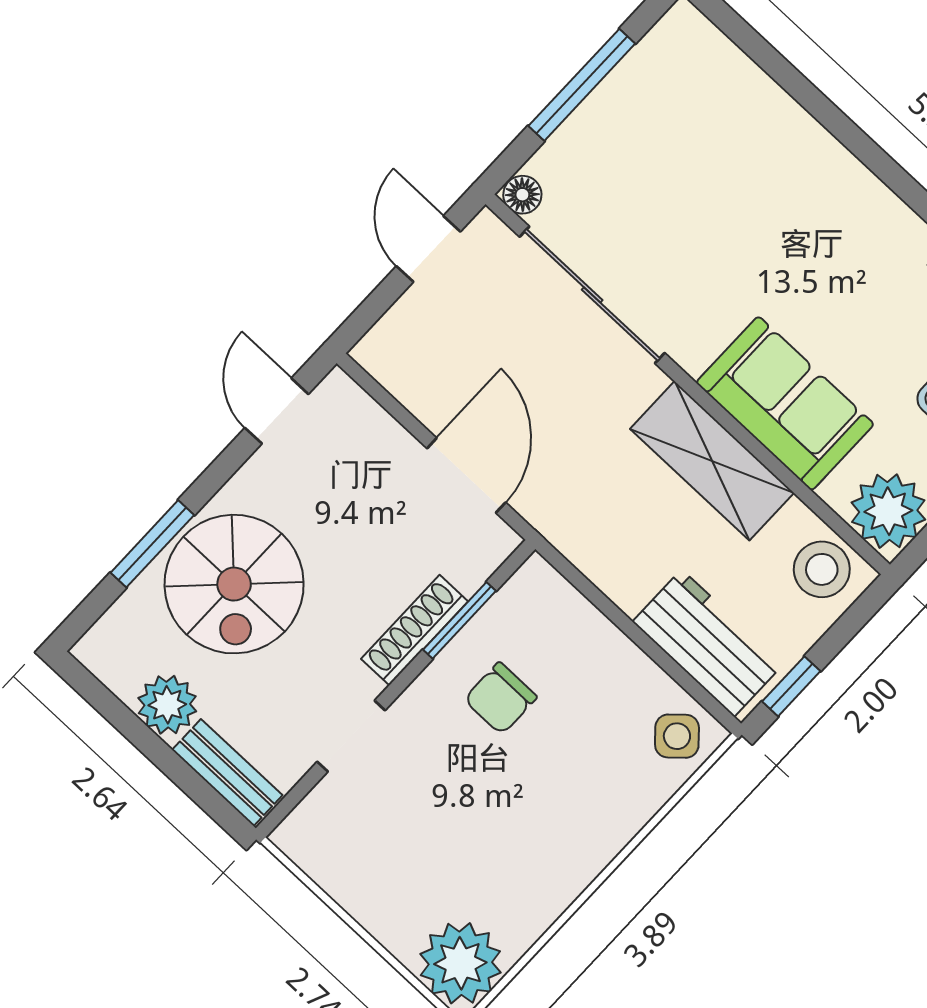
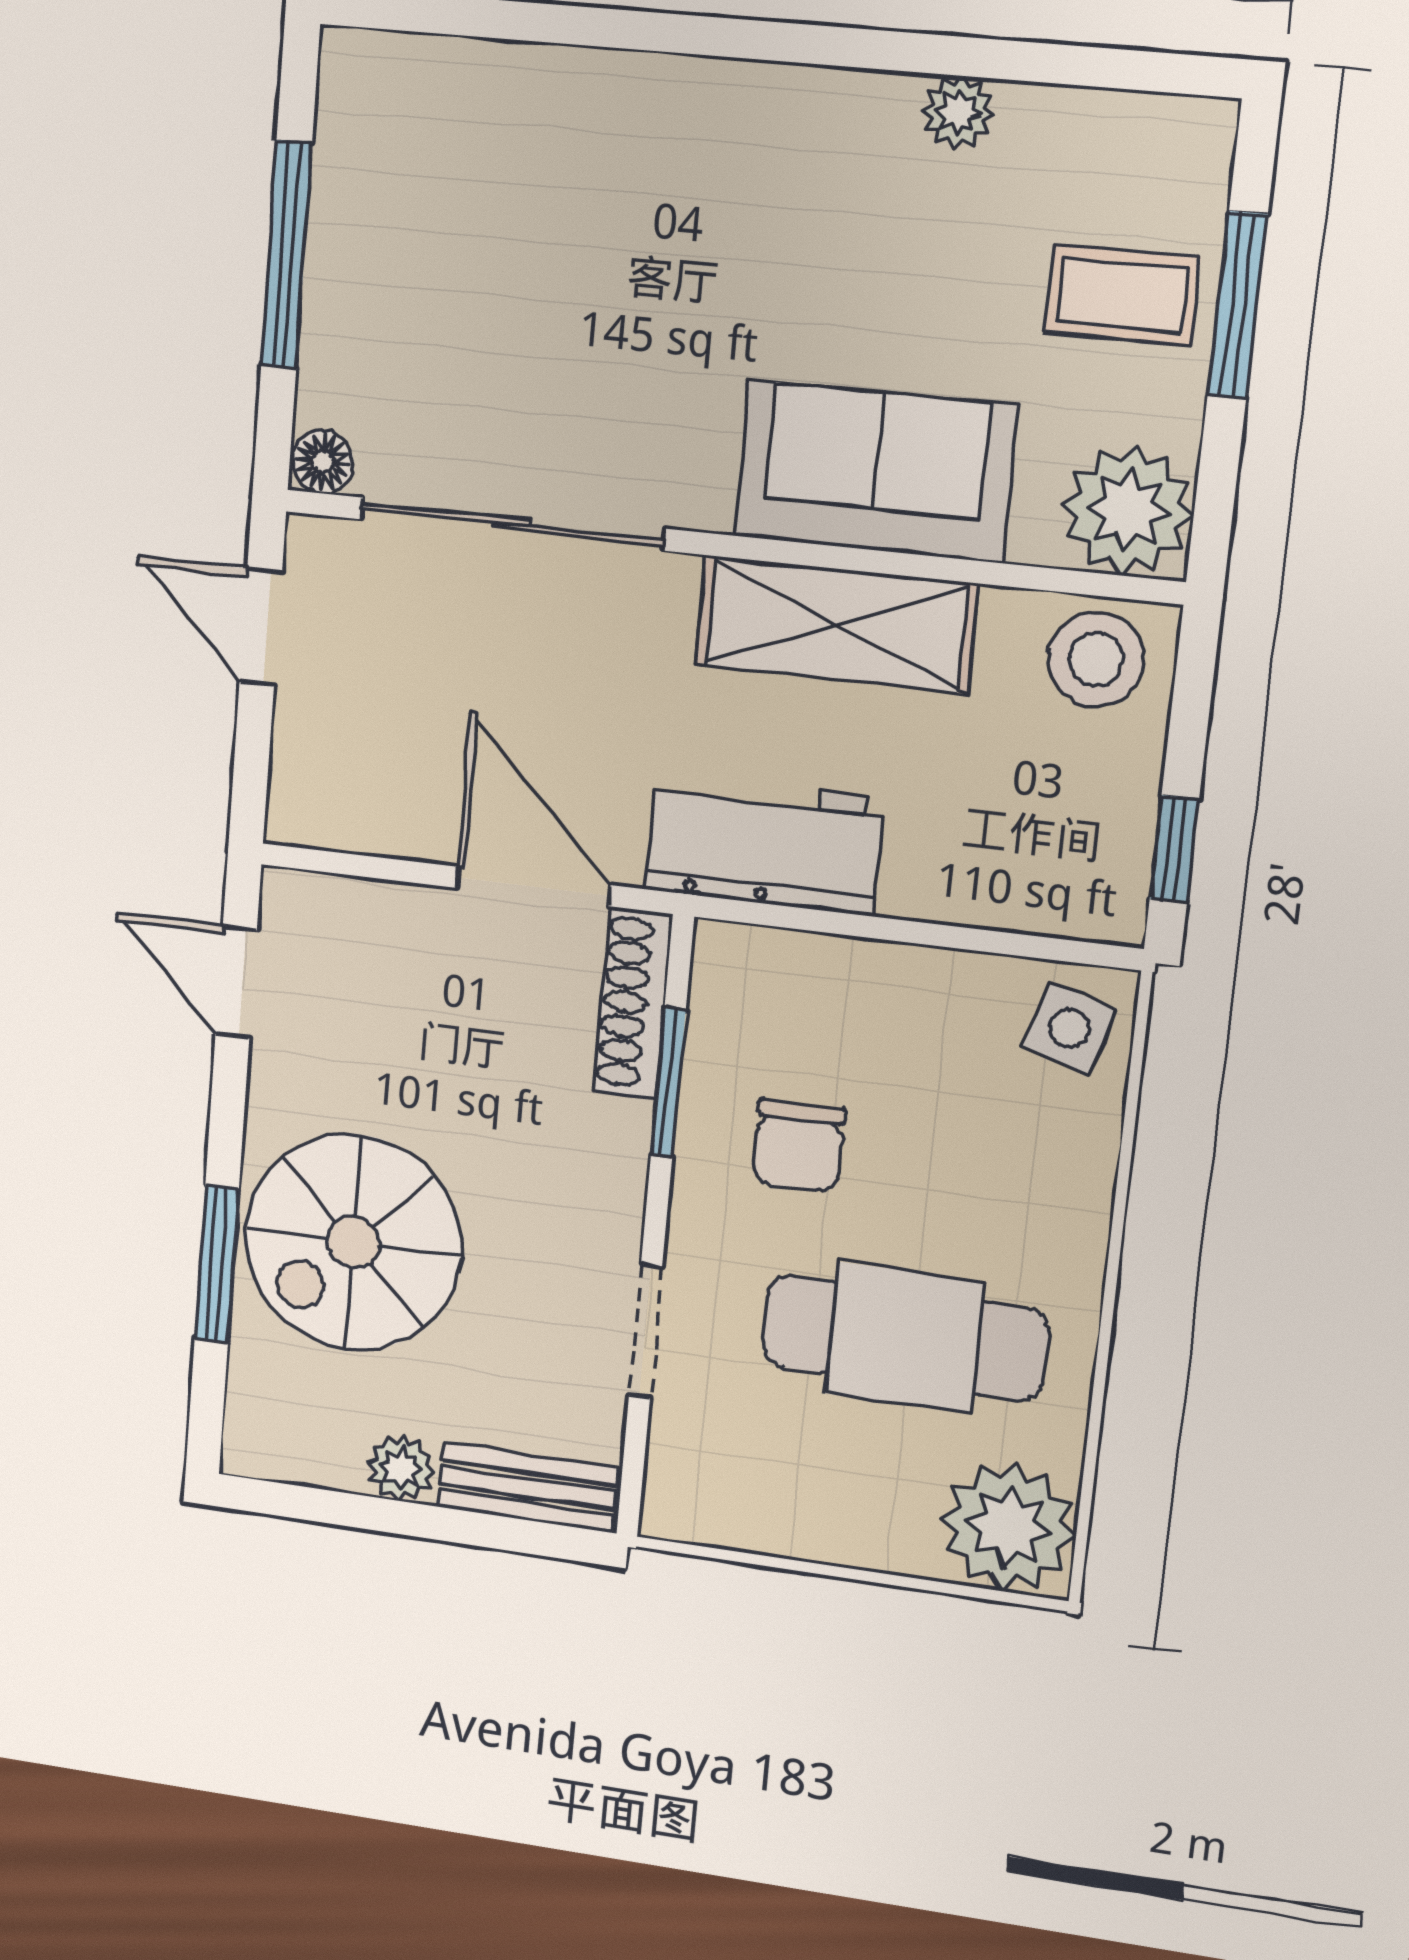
spiral stairs: (234, 584) -> (353, 1242), turned 90
shoe rack: (415, 630) -> (633, 1003), moved
workbench: (708, 643) -> (764, 844), moved
plant: (167, 705) -> (401, 1468), width x0.73, depth x0.73
side table: (677, 736) -> (1069, 1028), turned -32
cafe table: (481, 832) -> (905, 1338), added

